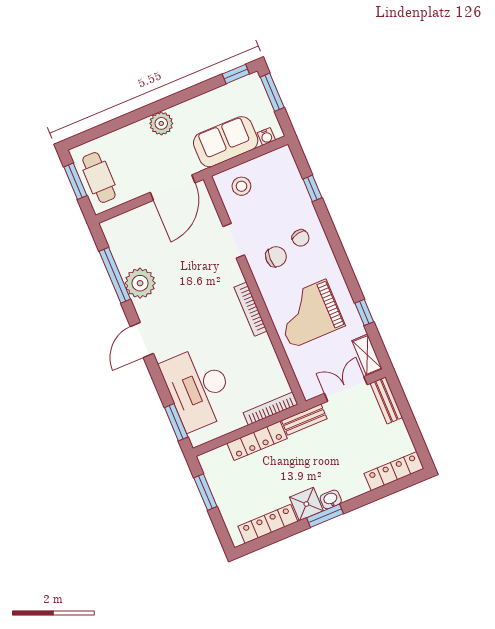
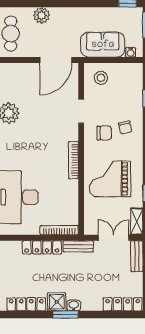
plant: (161, 123) -> (42, 15), moved

